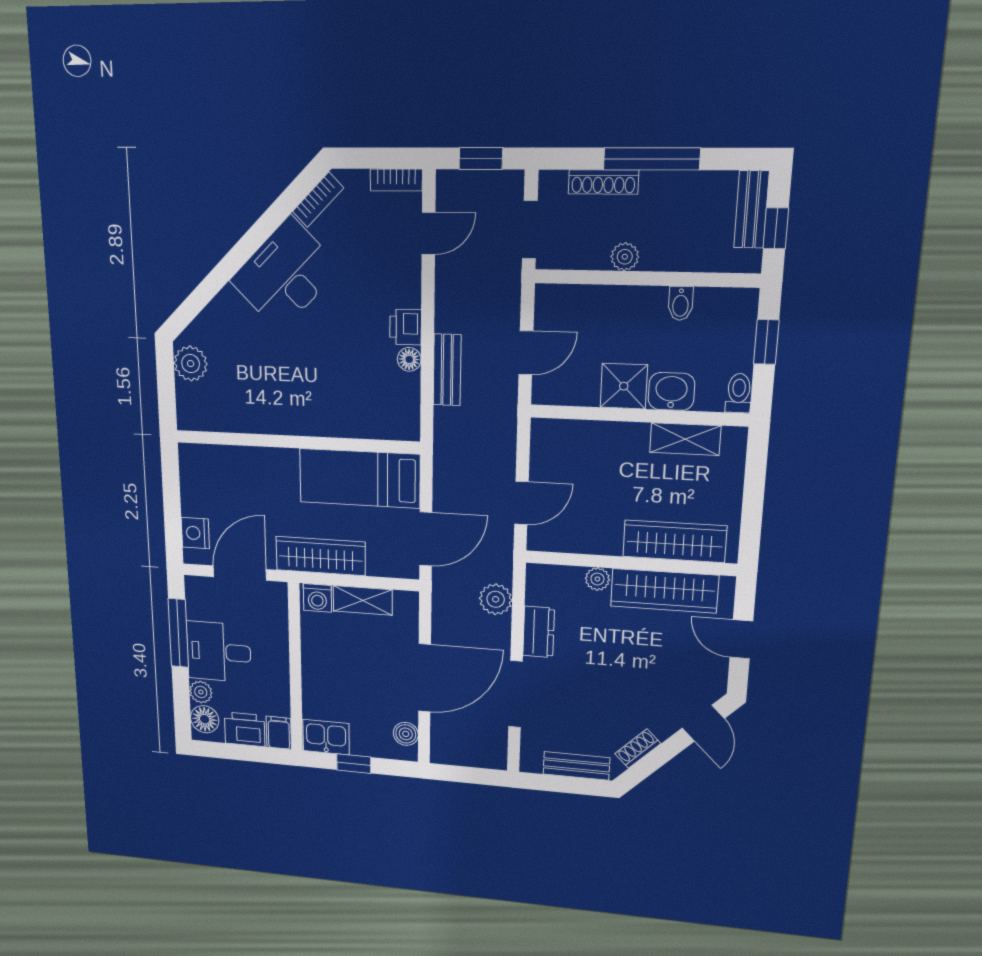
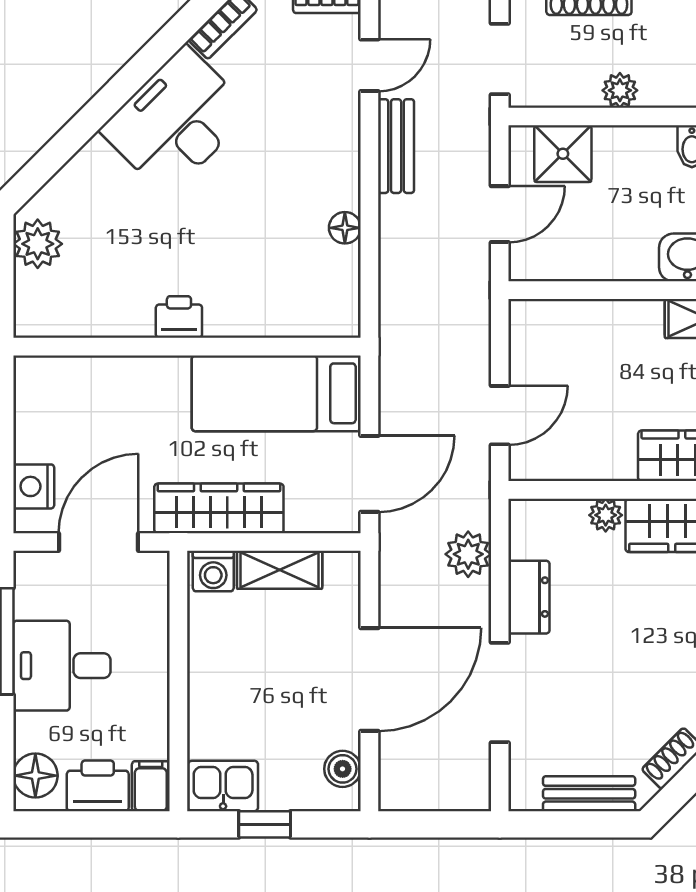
printer: (406, 327) -> (179, 317), moved, turned 90
bench: (447, 370) -> (396, 146), moved
shower: (624, 386) -> (563, 154), moved
plant: (201, 692) -> (31, 732), removed

